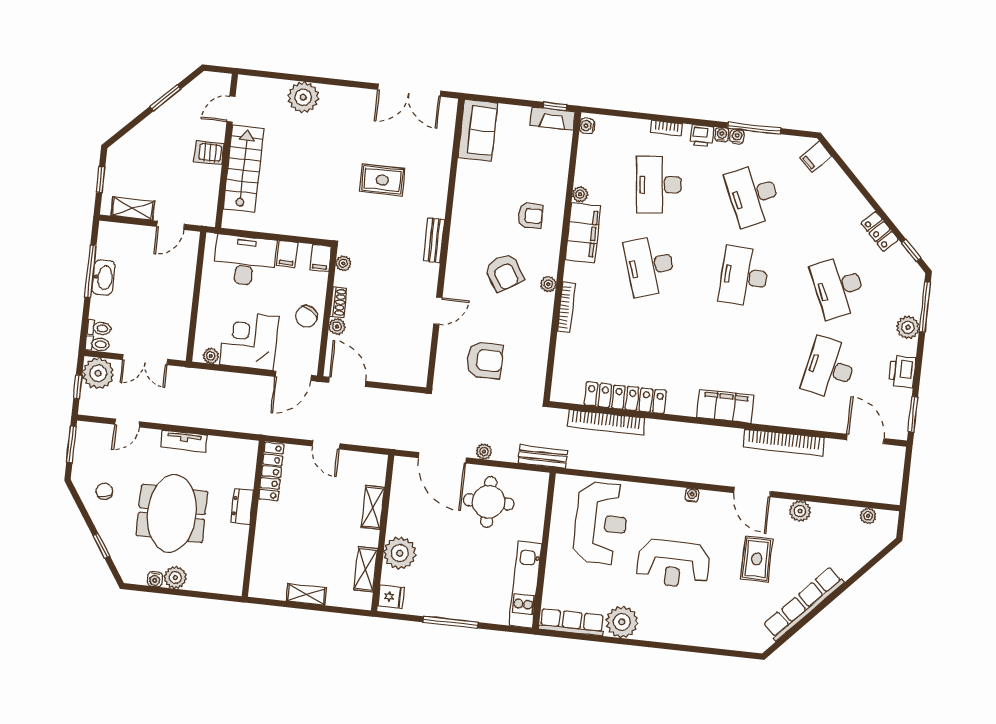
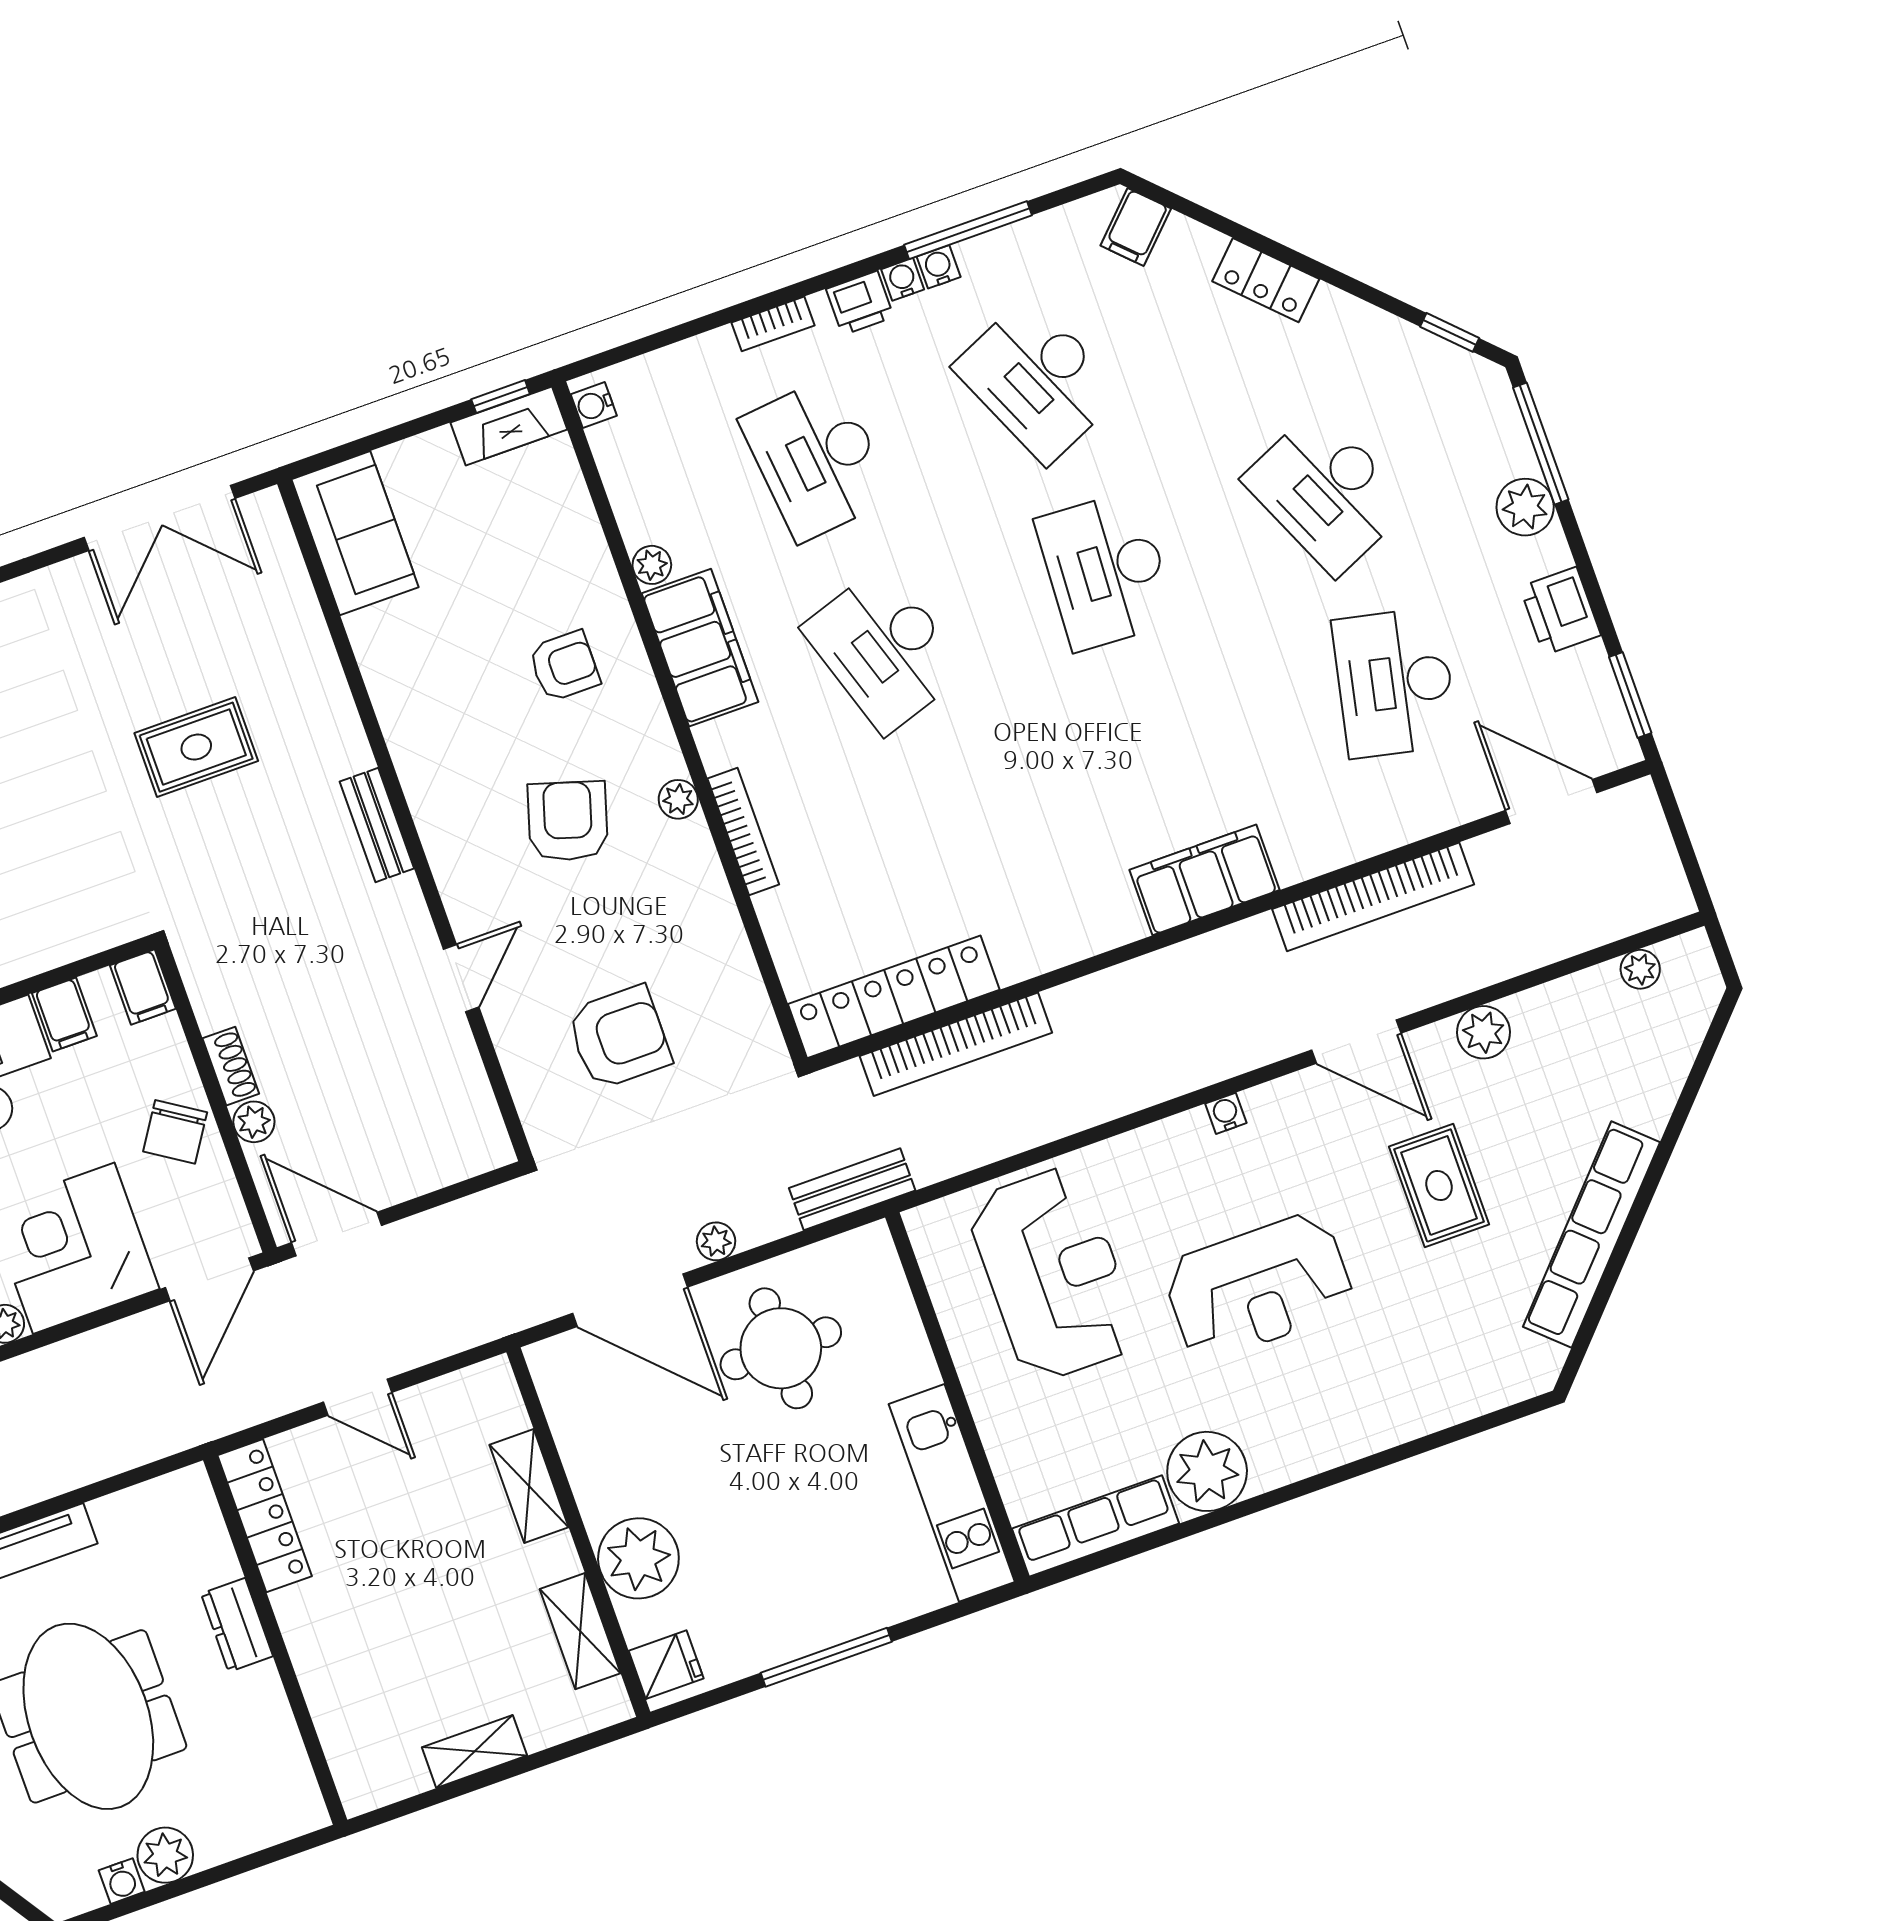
locker: (880, 231) -> (1266, 280), moved
plant: (343, 263) -> (200, 975), removed
armchair: (504, 273) -> (568, 821), turned -131
locker: (625, 398) -> (894, 997), moved

